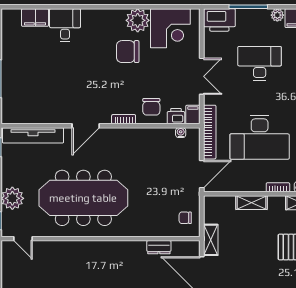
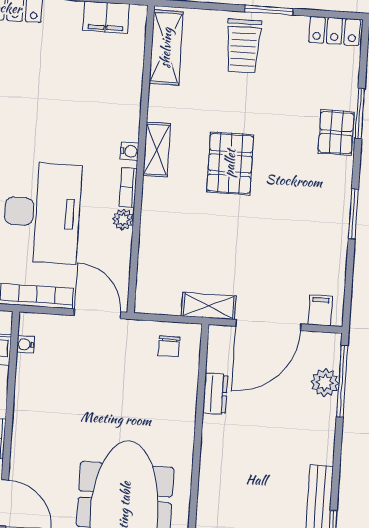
plant: (259, 186) -> (123, 219), added
shelving: (251, 203) -> (151, 233), removed

